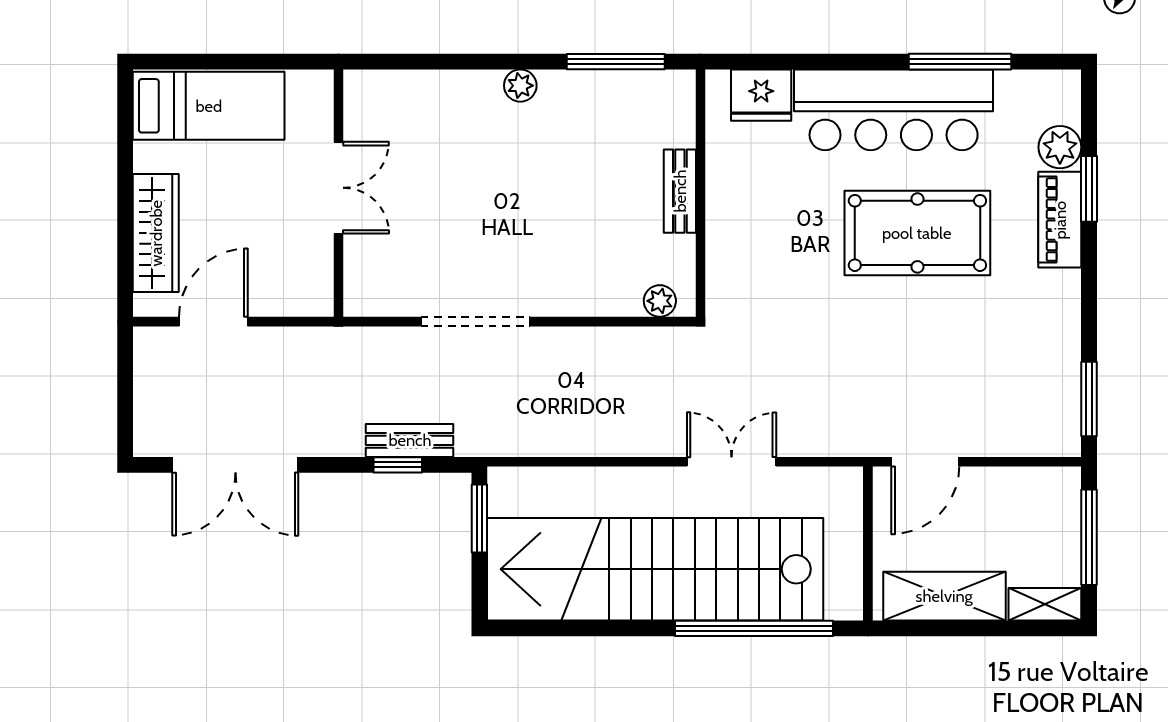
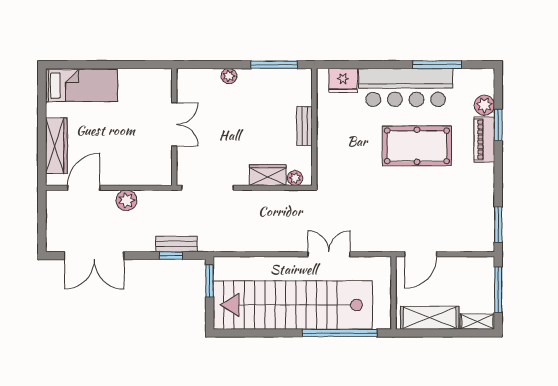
double door: (338, 188) -> (174, 124), moved
wall: (338, 193) -> (174, 127), moved
wardrobe: (602, 295) -> (268, 175), added
plant: (304, 348) -> (126, 200), added

